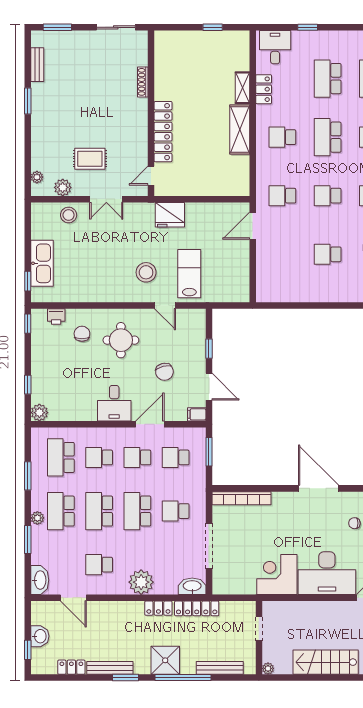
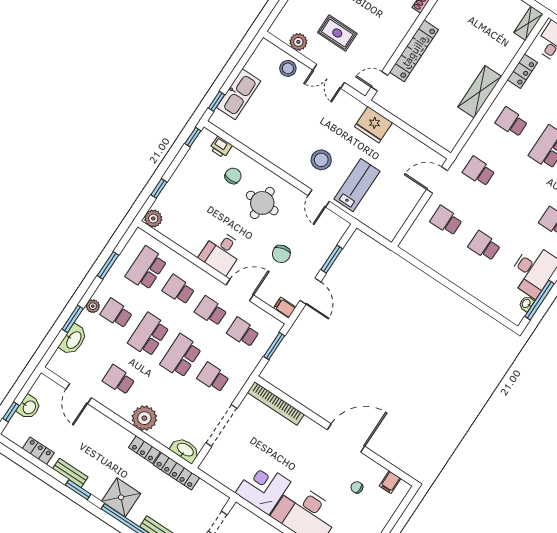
shelving: (242, 88) -> (528, 23), moved
plant: (37, 177) -> (282, 19), removed
school desk: (328, 196) -> (446, 221), moved
window: (209, 349) -> (332, 259), width x1.50
door: (319, 488) -> (346, 438), hinge flipped
school desk: (61, 511) -> (116, 313), width x0.54
washbasin: (40, 580) -> (73, 340), moved
bench: (110, 668) -> (70, 473), width x0.73

